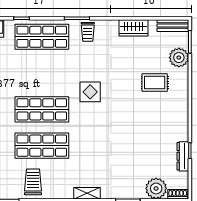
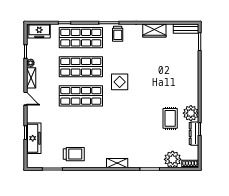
plant: (179, 58) -> (191, 113), moved
rug: (155, 83) -> (170, 118), moved, turned 90
shop shelf: (42, 146) -> (81, 67), moved
trolley: (33, 182) -> (74, 154), turned 90

